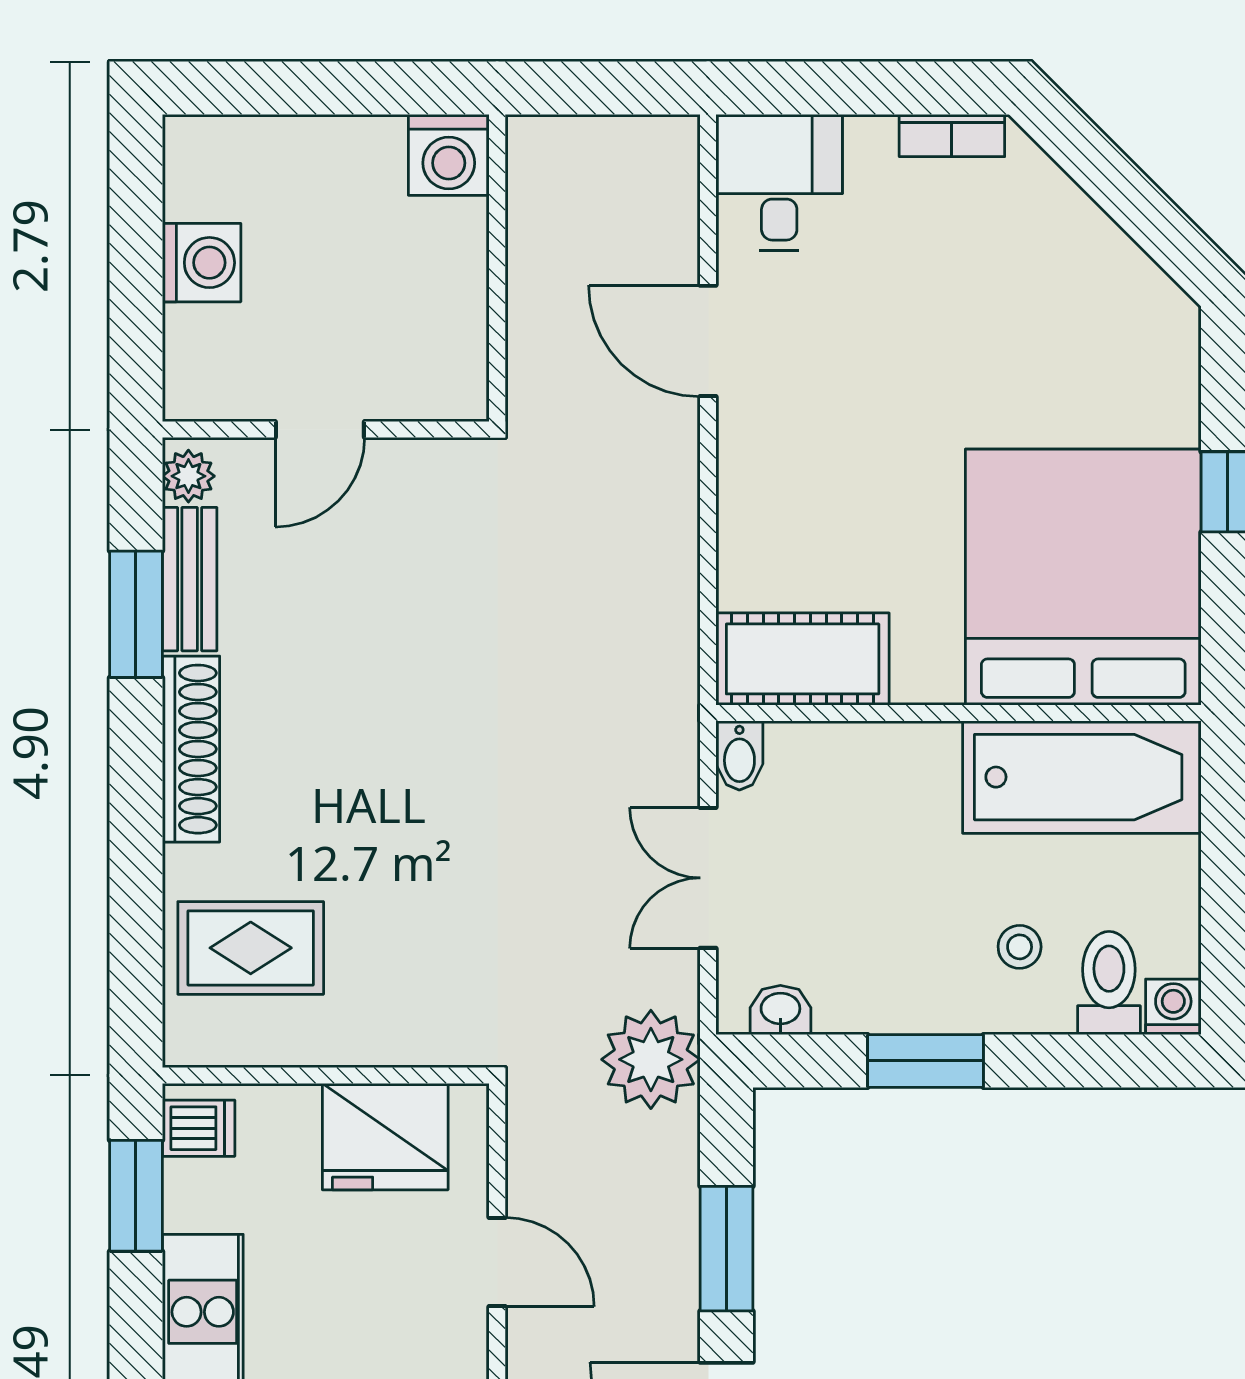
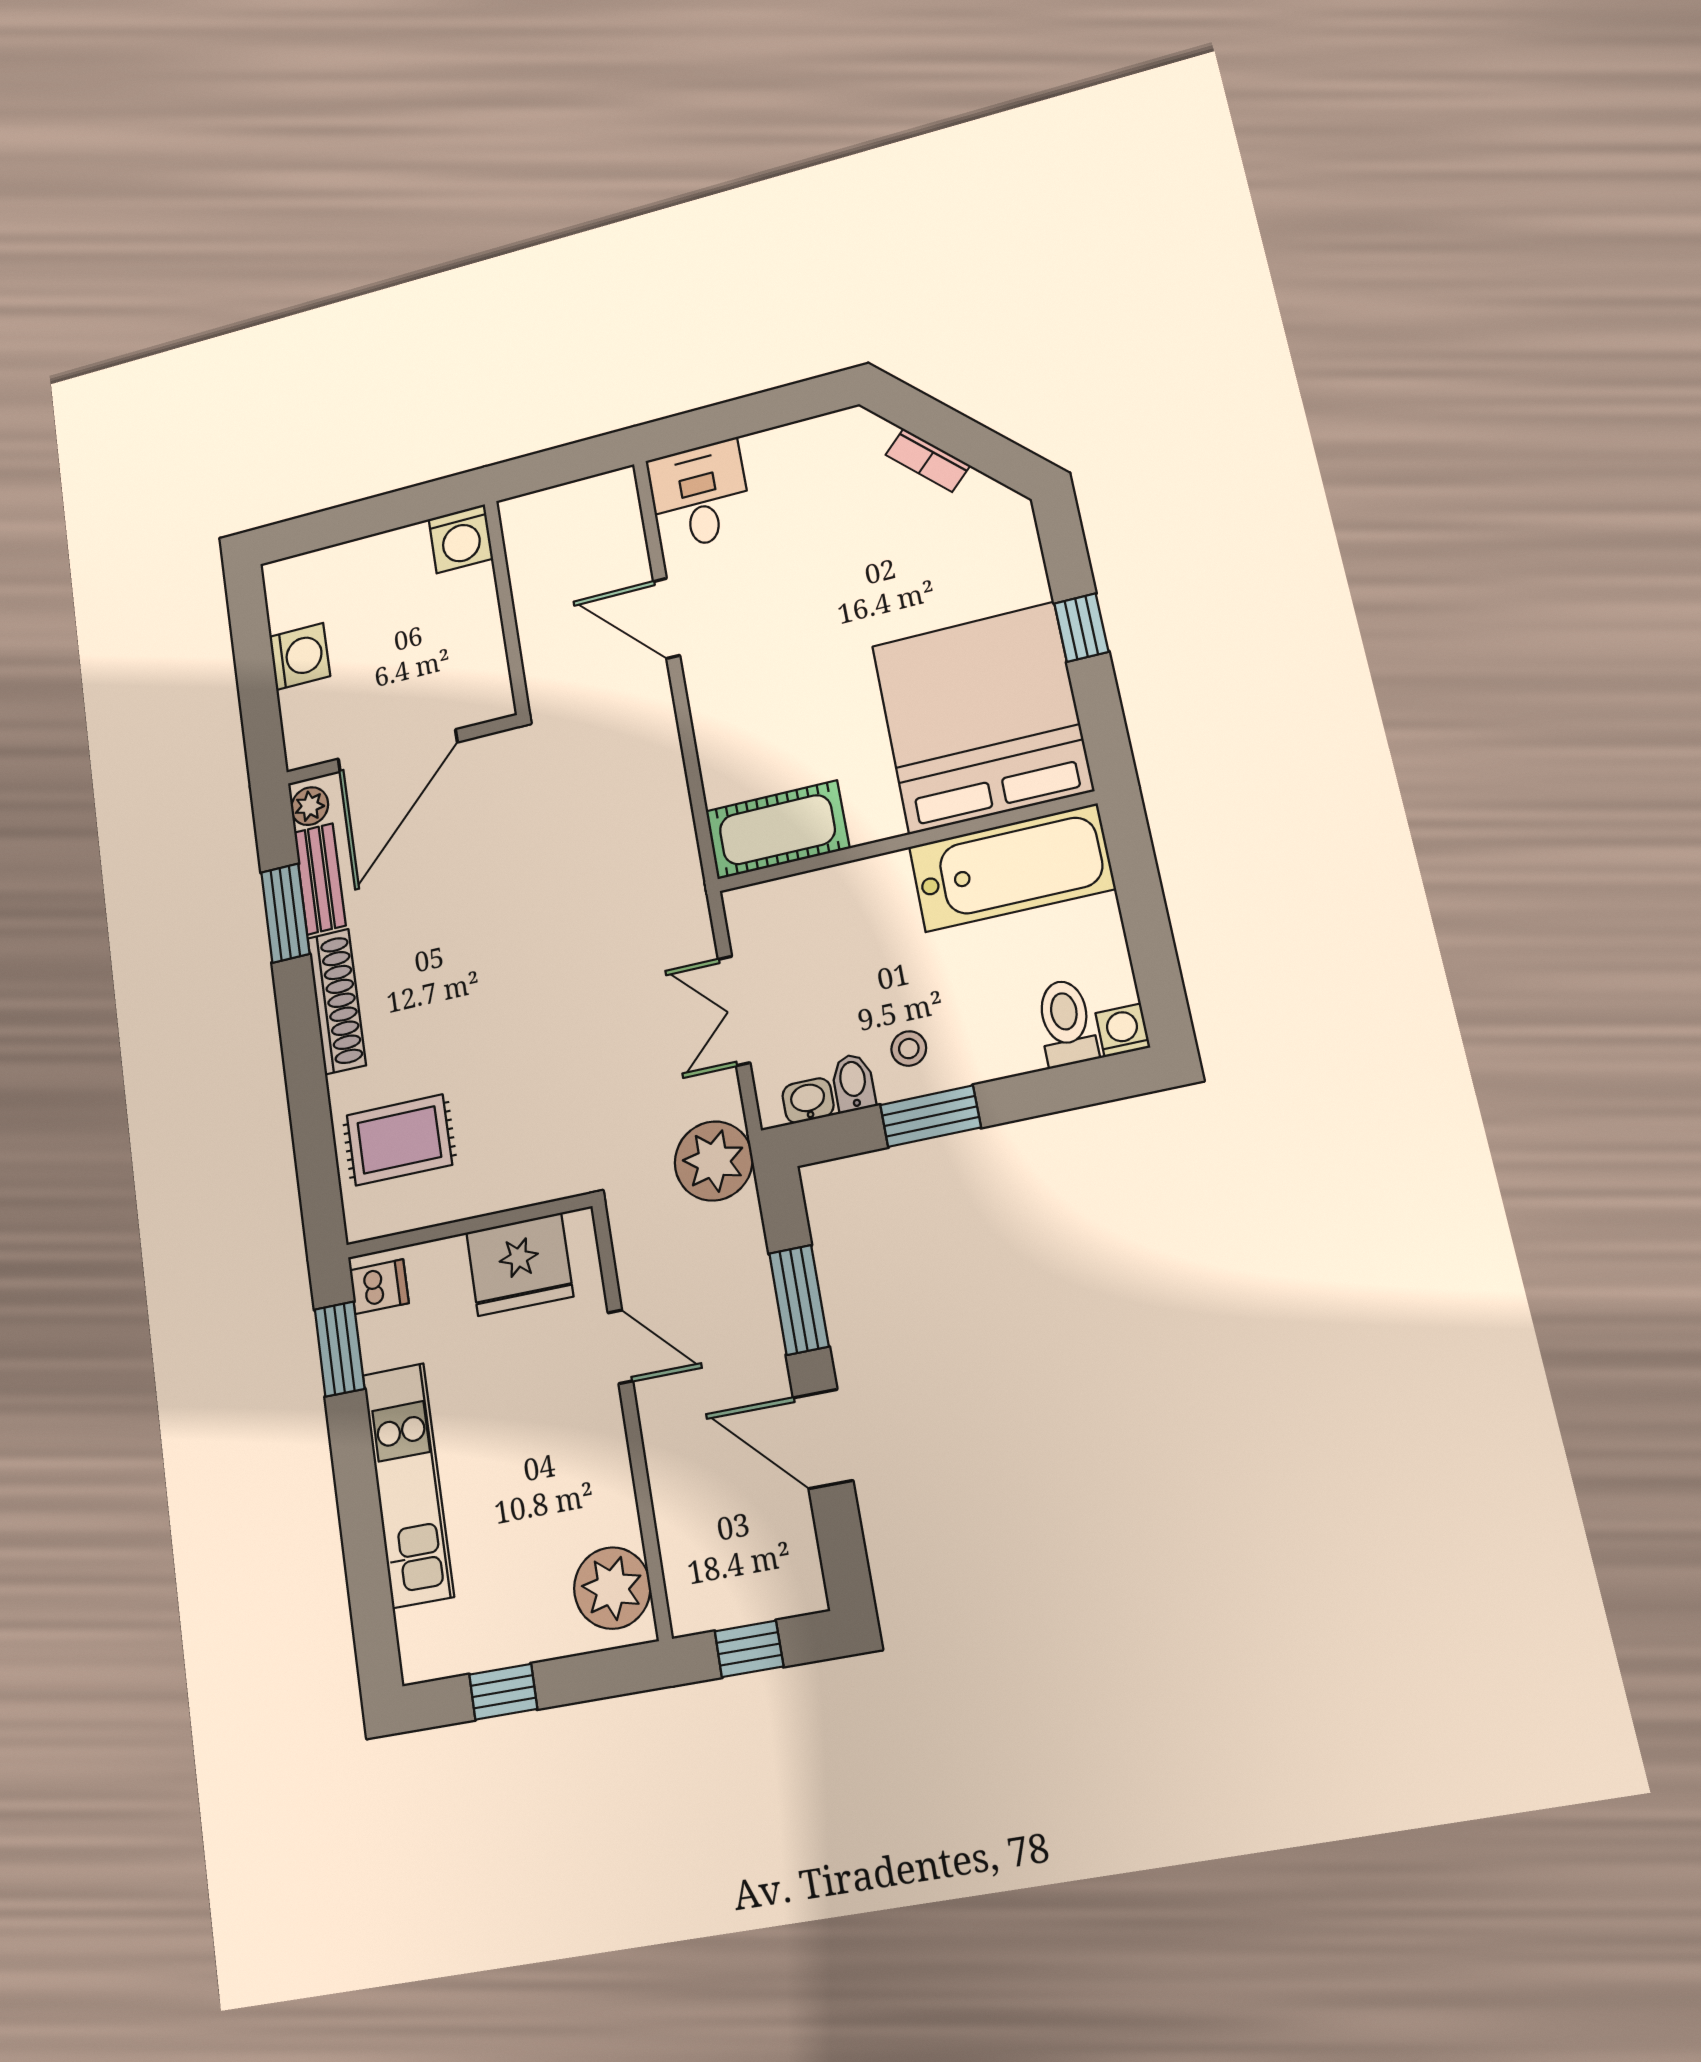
bookcase: (952, 136) -> (928, 460), moved, turned 45
door: (320, 430) -> (398, 751), width x1.87
bidet: (739, 755) -> (853, 1083), moved, turned 180
stool: (1020, 947) -> (909, 1049), moved

